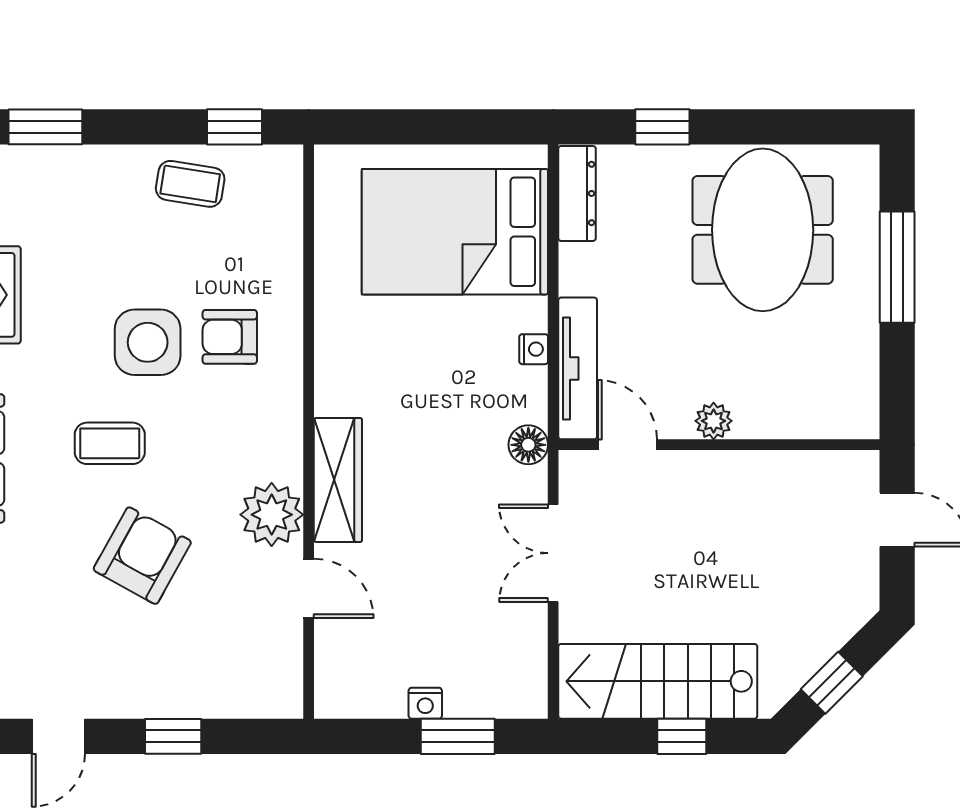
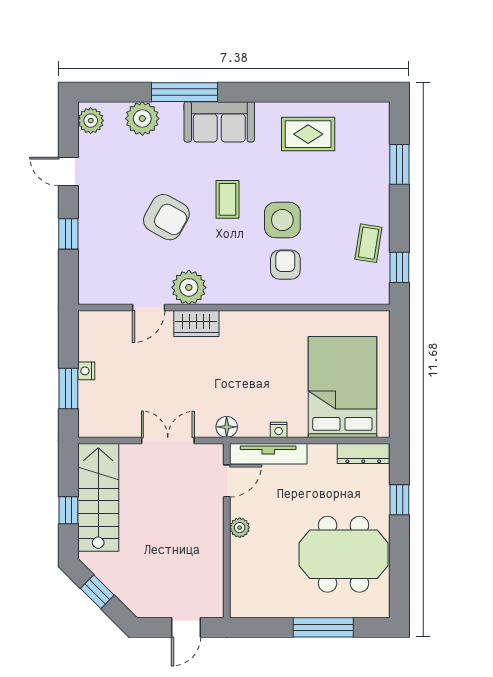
wardrobe: (338, 480) -> (196, 323), width x0.67

